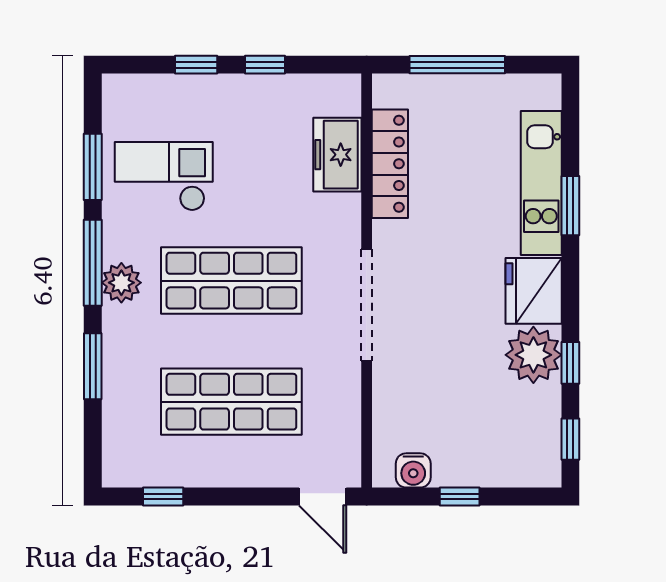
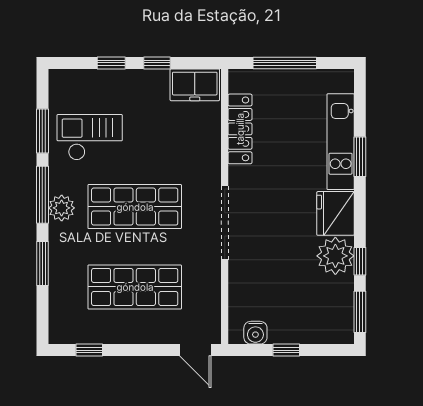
freezer: (337, 155) -> (195, 85), moved, turned -90
window: (570, 439) -> (360, 312), width x1.50

